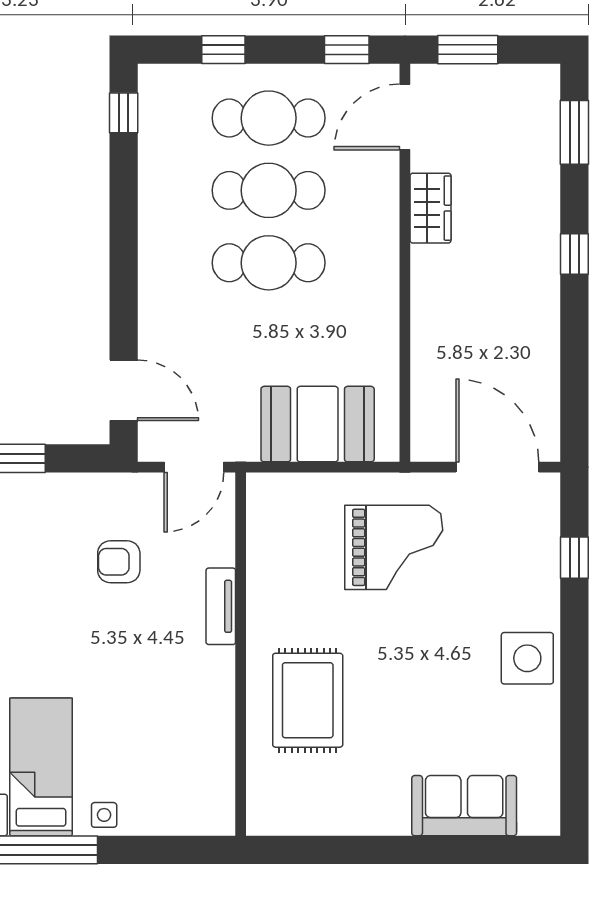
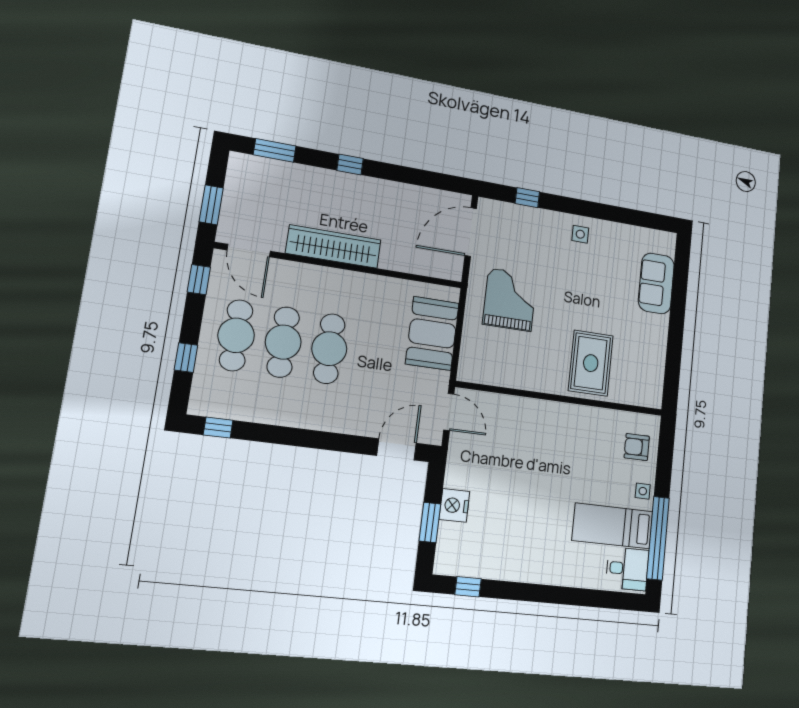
wardrobe: (431, 208) -> (334, 247), width x2.10, depth x1.17
nightstand: (46, 495) -> (454, 505), added
armchair: (119, 562) -> (637, 447), moved, turned 90
tv unit: (221, 606) -> (532, 407), removed
side table: (527, 658) -> (580, 234), width x0.54, depth x0.54
rug: (308, 700) -> (591, 363), turned 90

